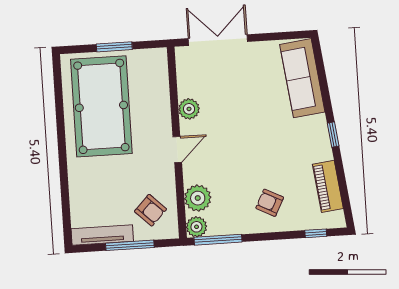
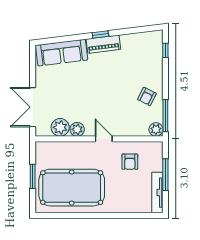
piano: (328, 186) -> (103, 44), moved
plant: (198, 198) -> (60, 127), moved
armchair: (270, 203) -> (147, 96), moved
armchair: (150, 210) -> (130, 162), moved, turned 136

